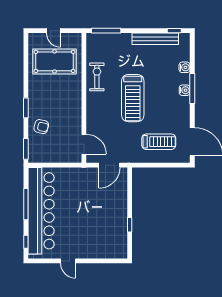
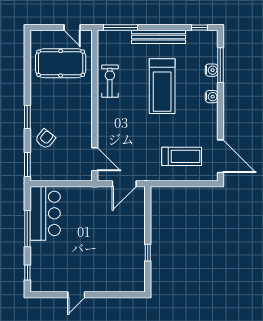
door: (53, 31) -> (72, 28), moved
bench: (155, 39) -> (159, 37), moved
window: (192, 89) -> (220, 65), moved
treadmill: (133, 98) -> (162, 86), moved
armchair: (41, 127) -> (45, 139), turned -64
bar counter: (41, 211) -> (45, 213), width x0.54
door: (68, 261) -> (76, 295), hinge flipped

